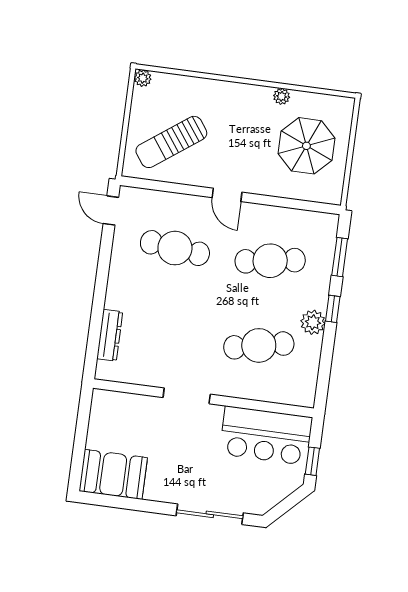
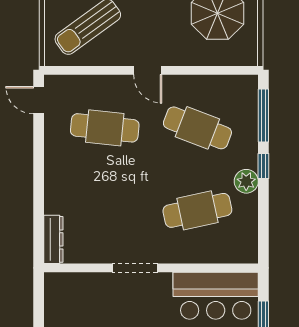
window: (340, 257) -> (263, 115), width x1.44
cafe table: (270, 261) -> (197, 128), turned 30
dresser: (110, 335) -> (53, 239), moved

